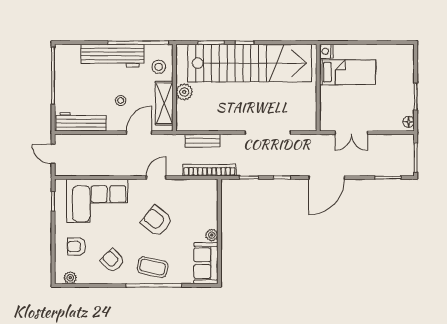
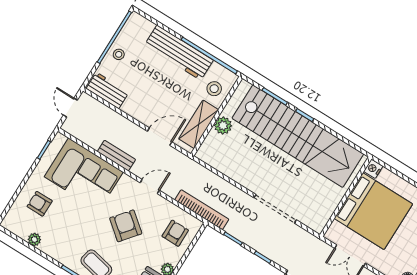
bed: (348, 72) -> (373, 211), width x2.04
stool: (121, 101) -> (119, 54), moved
workbench: (81, 122) -> (108, 91), width x0.73
bench: (203, 141) -> (116, 156), moved
armchair: (112, 261) -> (175, 233), moved, turned 44
plant: (70, 278) -> (34, 240), moved

